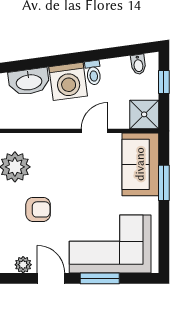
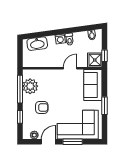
washing machine: (68, 81) -> (60, 39), width x0.53, depth x0.53
window: (164, 82) -> (105, 56), moved
window: (164, 183) -> (105, 106), moved
door: (51, 278) -> (48, 142), hinge flipped

